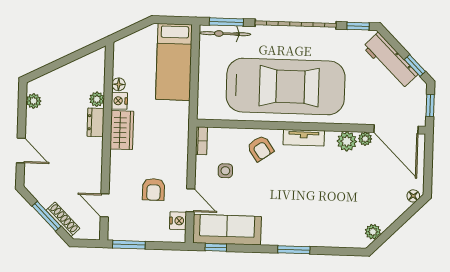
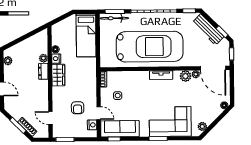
armchair: (260, 148) -> (137, 82), removed
corner sofa: (317, 221) -> (170, 122), added

